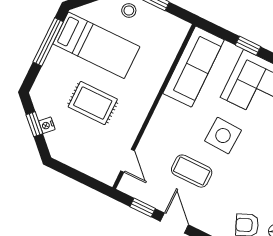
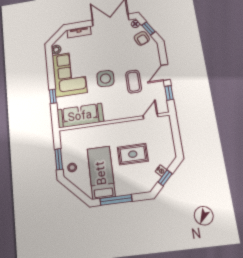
rug: (93, 103) -> (133, 154), turned 90

